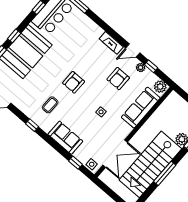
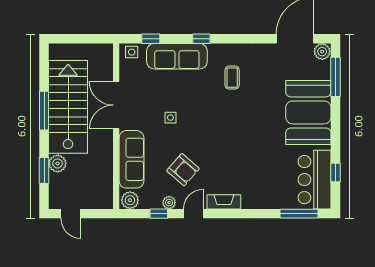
window: (14, 36) -> (335, 119), removed
armchair: (118, 79) -> (183, 170), turned 131
armchair: (74, 82) -> (228, 124), removed
window: (32, 125) -> (201, 39), moved
sofa: (65, 138) -> (177, 56), width x1.36
double door: (115, 154) -> (116, 105), moved

